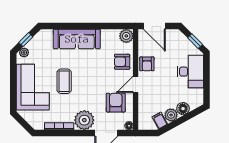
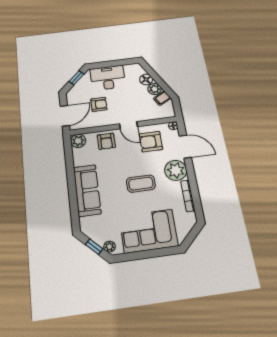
armchair: (147, 64) -> (99, 104), moved
coffee table: (64, 81) -> (141, 184), moved

